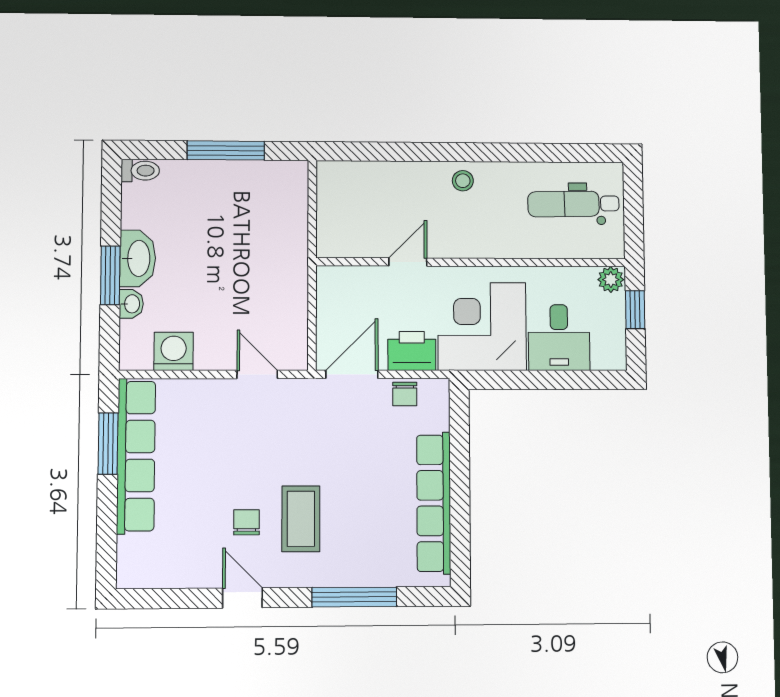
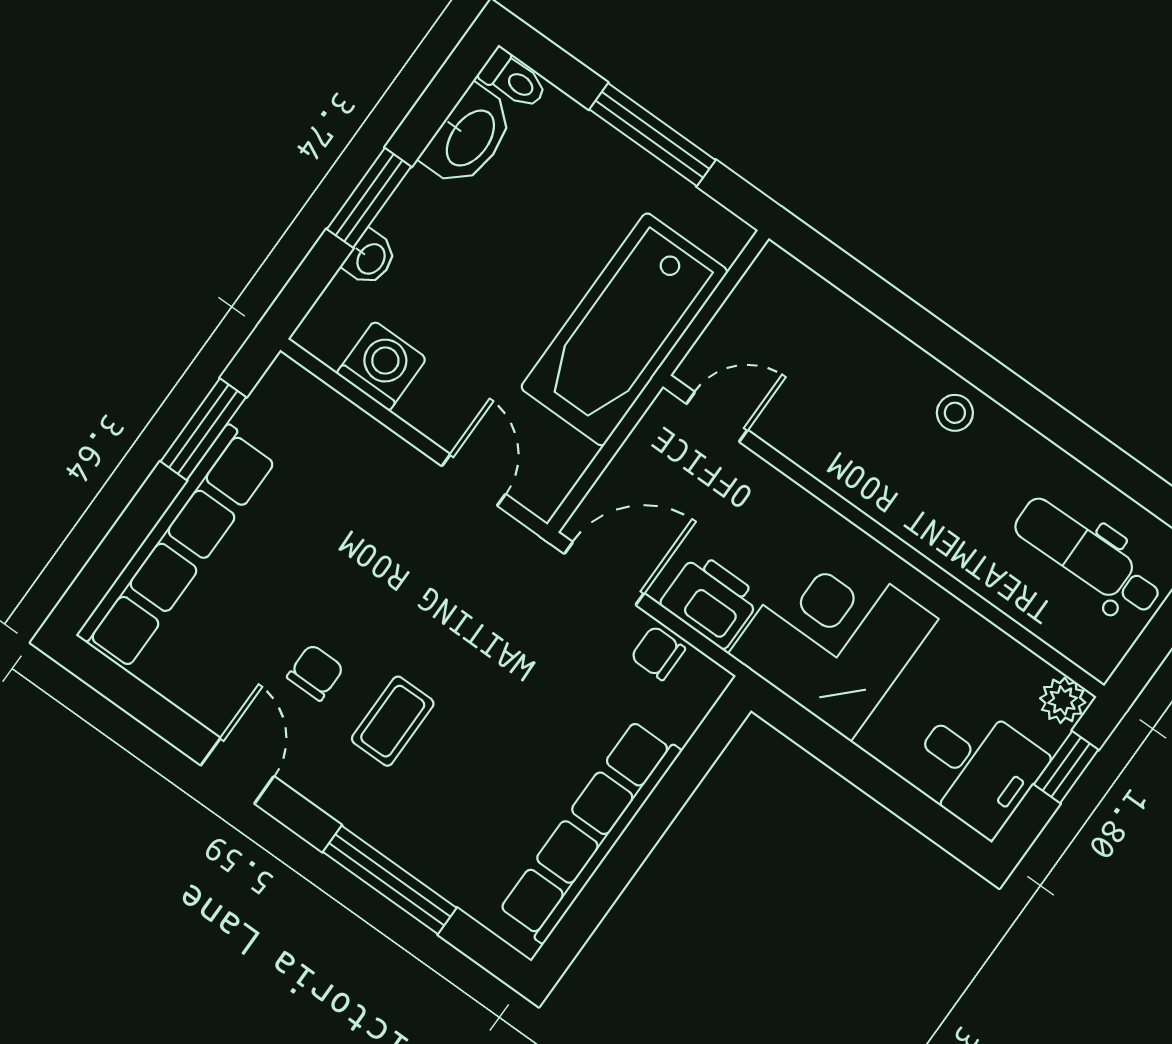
bathtub: (278, 252) -> (624, 329), added
washbasin: (138, 258) -> (469, 137), moved
door: (408, 262) -> (717, 417), moved
desk: (559, 338) -> (976, 767), moved, turned -90
chair: (405, 394) -> (658, 653), turned 90
row of seats: (136, 456) -> (177, 547), moved
coffee table: (301, 519) -> (393, 721), width x0.73, depth x0.77

